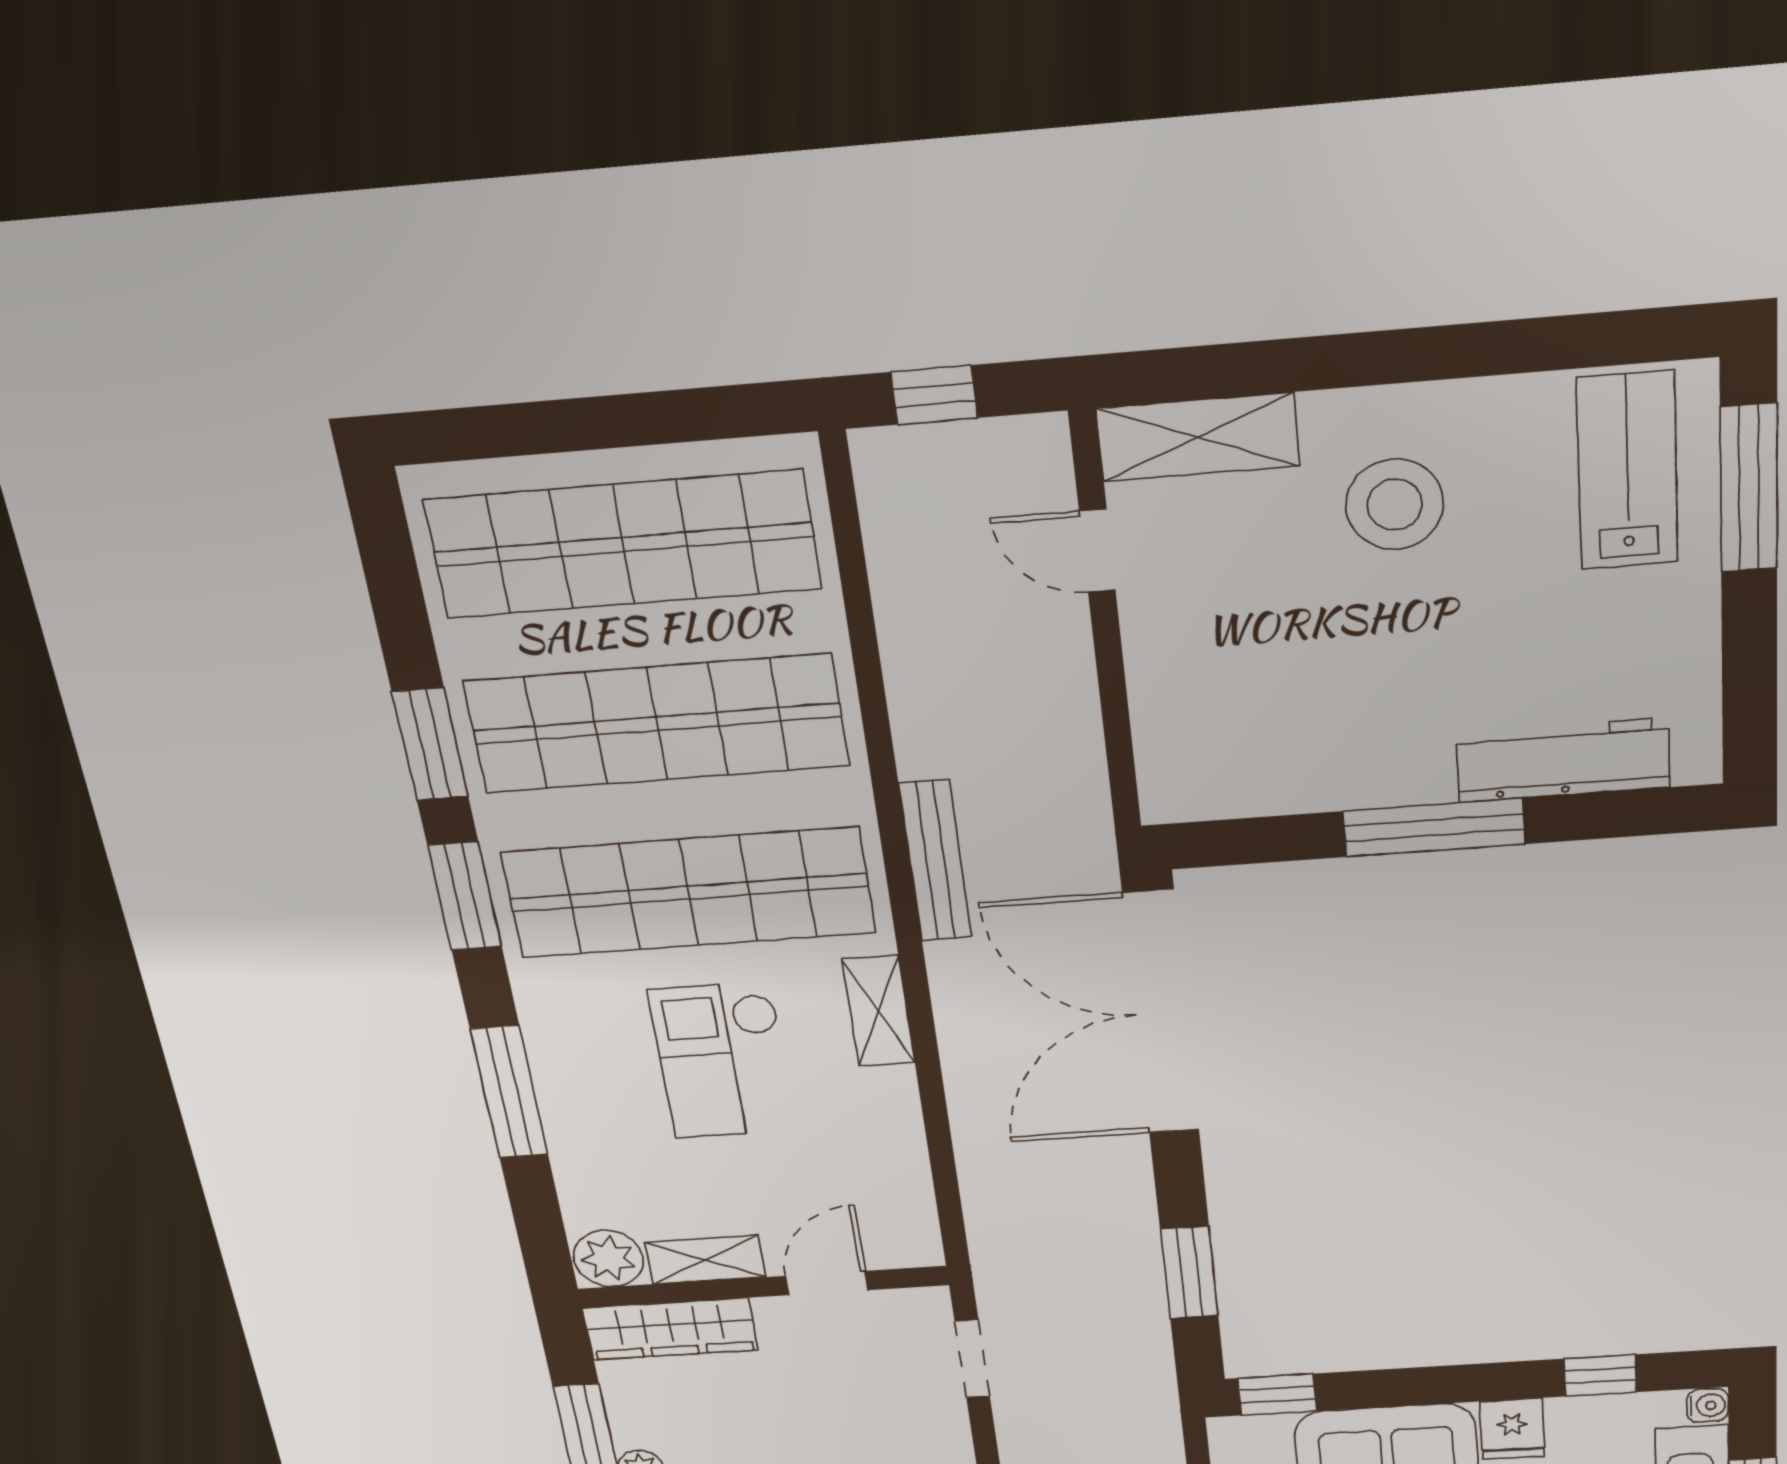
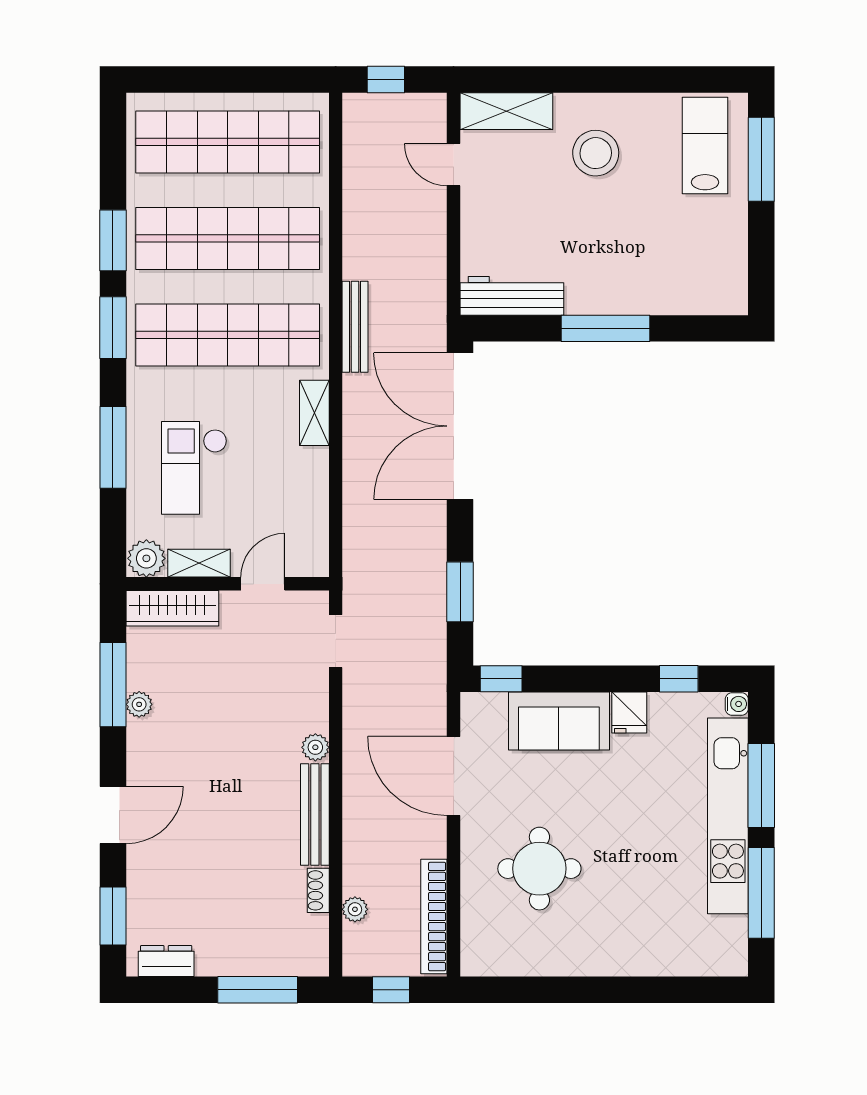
workbench: (1563, 760) -> (512, 296), moved
checkout: (723, 1061) -> (194, 468), moved

